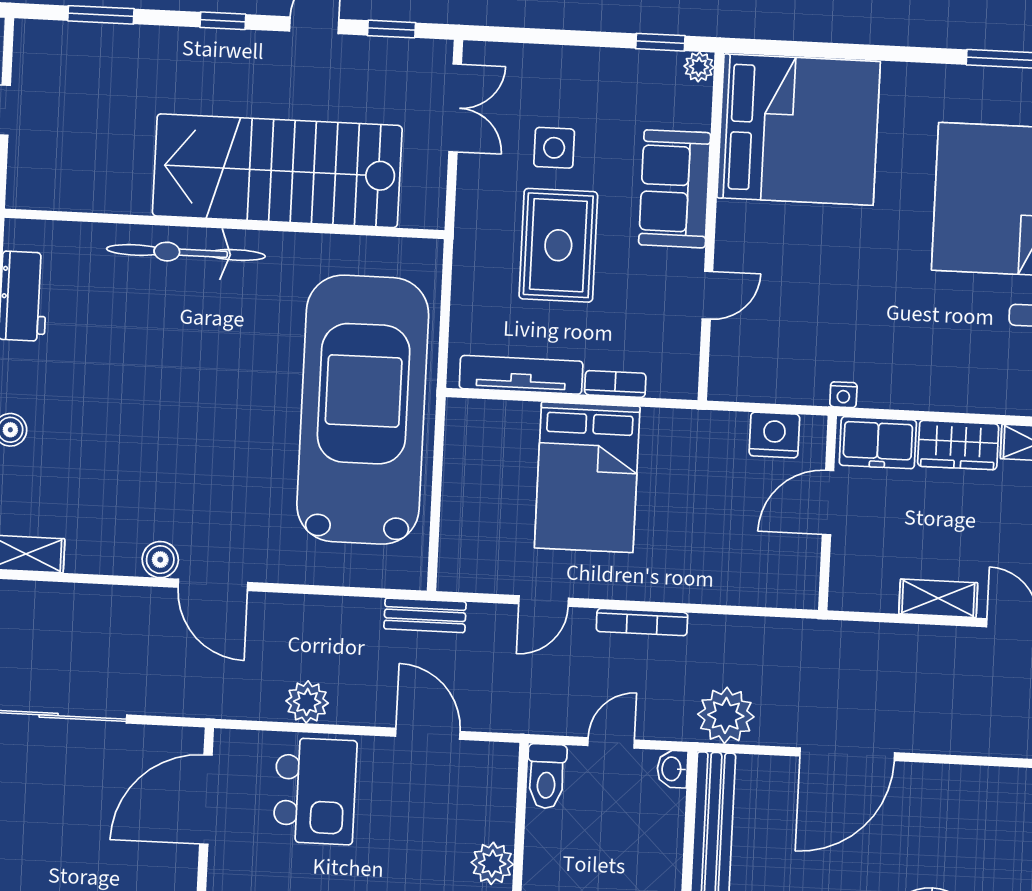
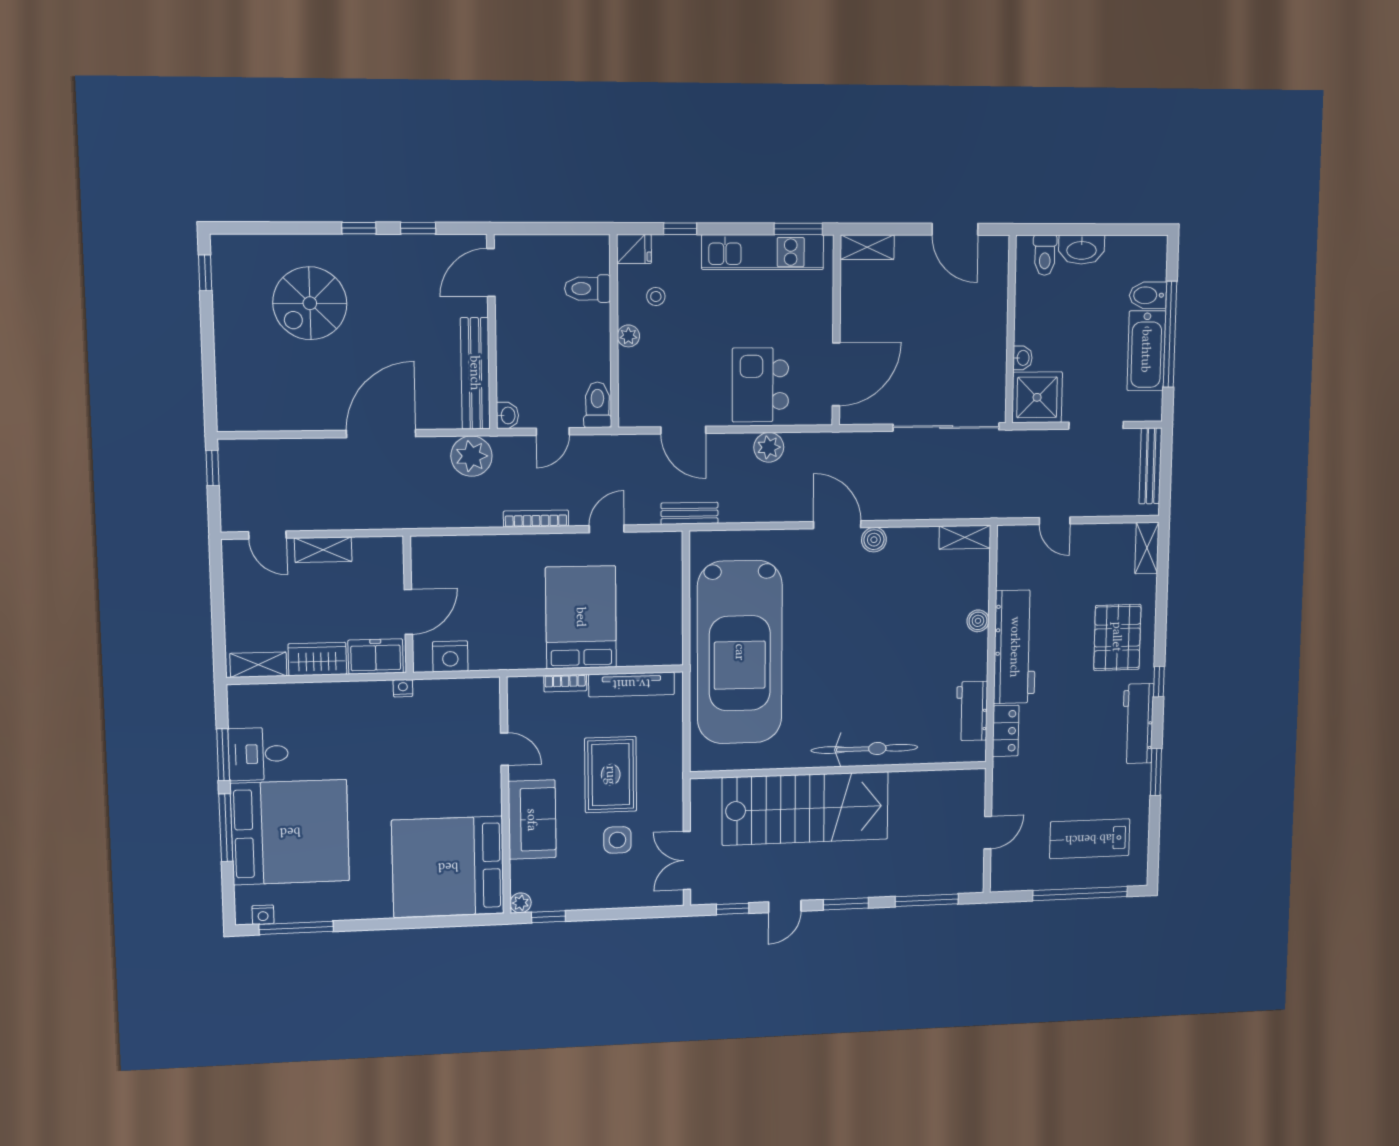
window: (101, 15) -> (927, 900), width x1.44
window: (223, 21) -> (846, 904), width x1.50
door: (707, 295) -> (504, 749), swing flipped
plant: (492, 863) -> (628, 336), width x0.73, depth x0.73

